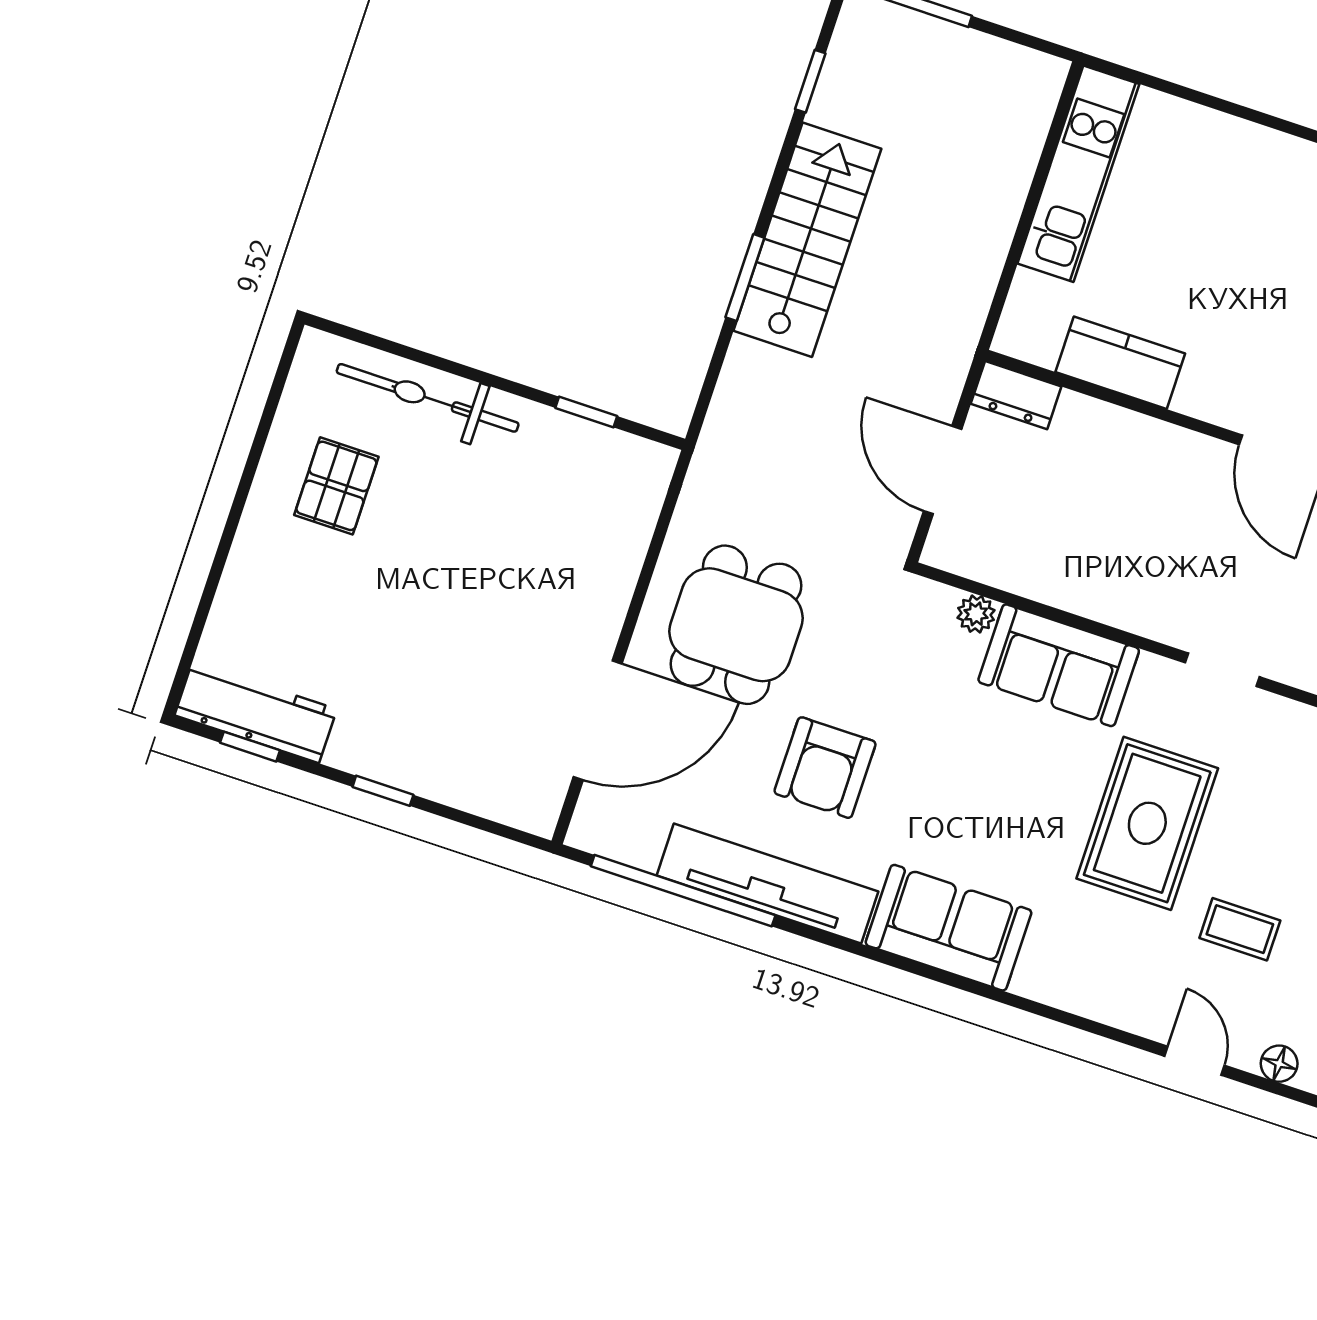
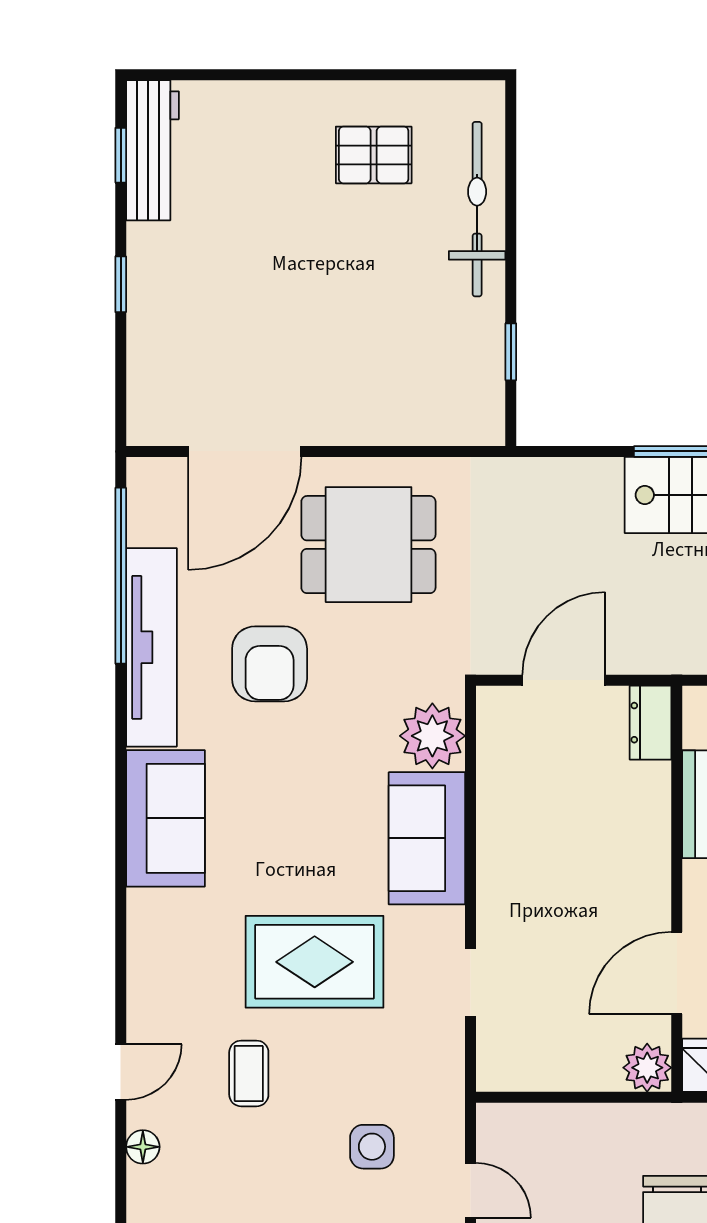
plant: (976, 614) -> (432, 736), width x1.87, depth x1.87
door: (598, 720) -> (245, 451), hinge flipped
armchair: (825, 768) -> (270, 664), turned -90

